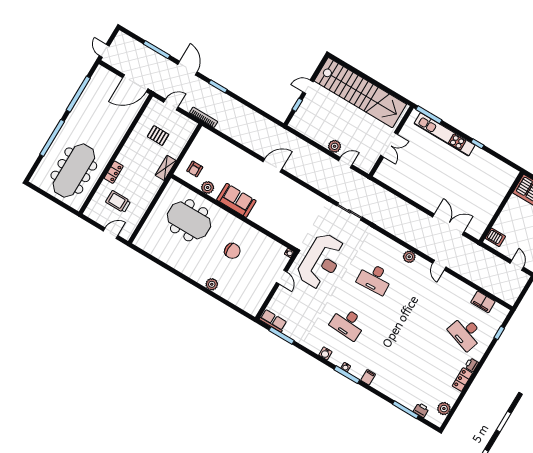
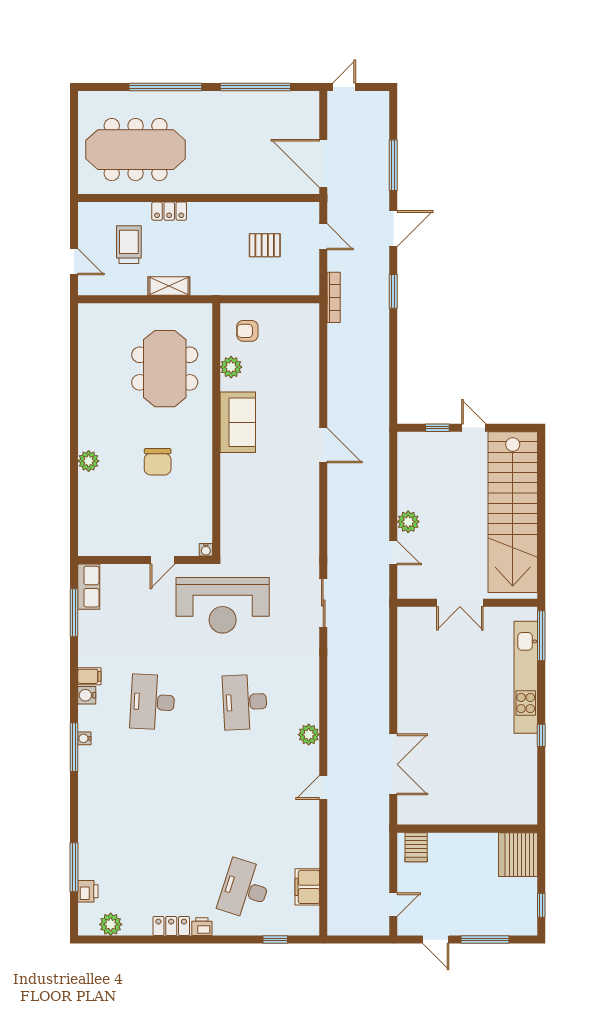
pallet: (158, 136) -> (265, 245), turned 90
shelving: (166, 168) -> (169, 286), moved
filing cabinet: (368, 377) -> (89, 676), moved

